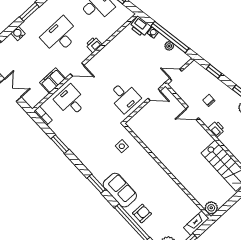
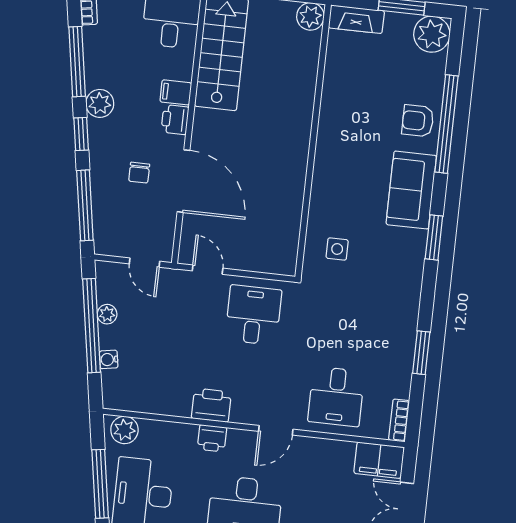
plant: (123, 17) -> (124, 430), added
printer: (140, 27) -> (211, 405), moved, turned -81
door: (77, 69) -> (276, 430), swing flipped
window: (214, 71) -> (85, 205), width x2.17
filing cabinet: (53, 81) -> (379, 460), moved
door: (192, 113) -> (184, 181), width x1.88
filing cabinet: (226, 138) -> (176, 92), added

